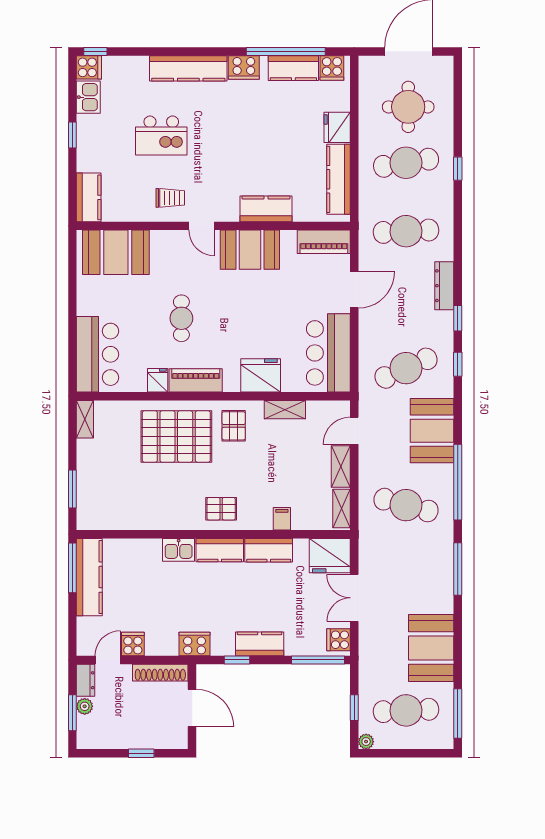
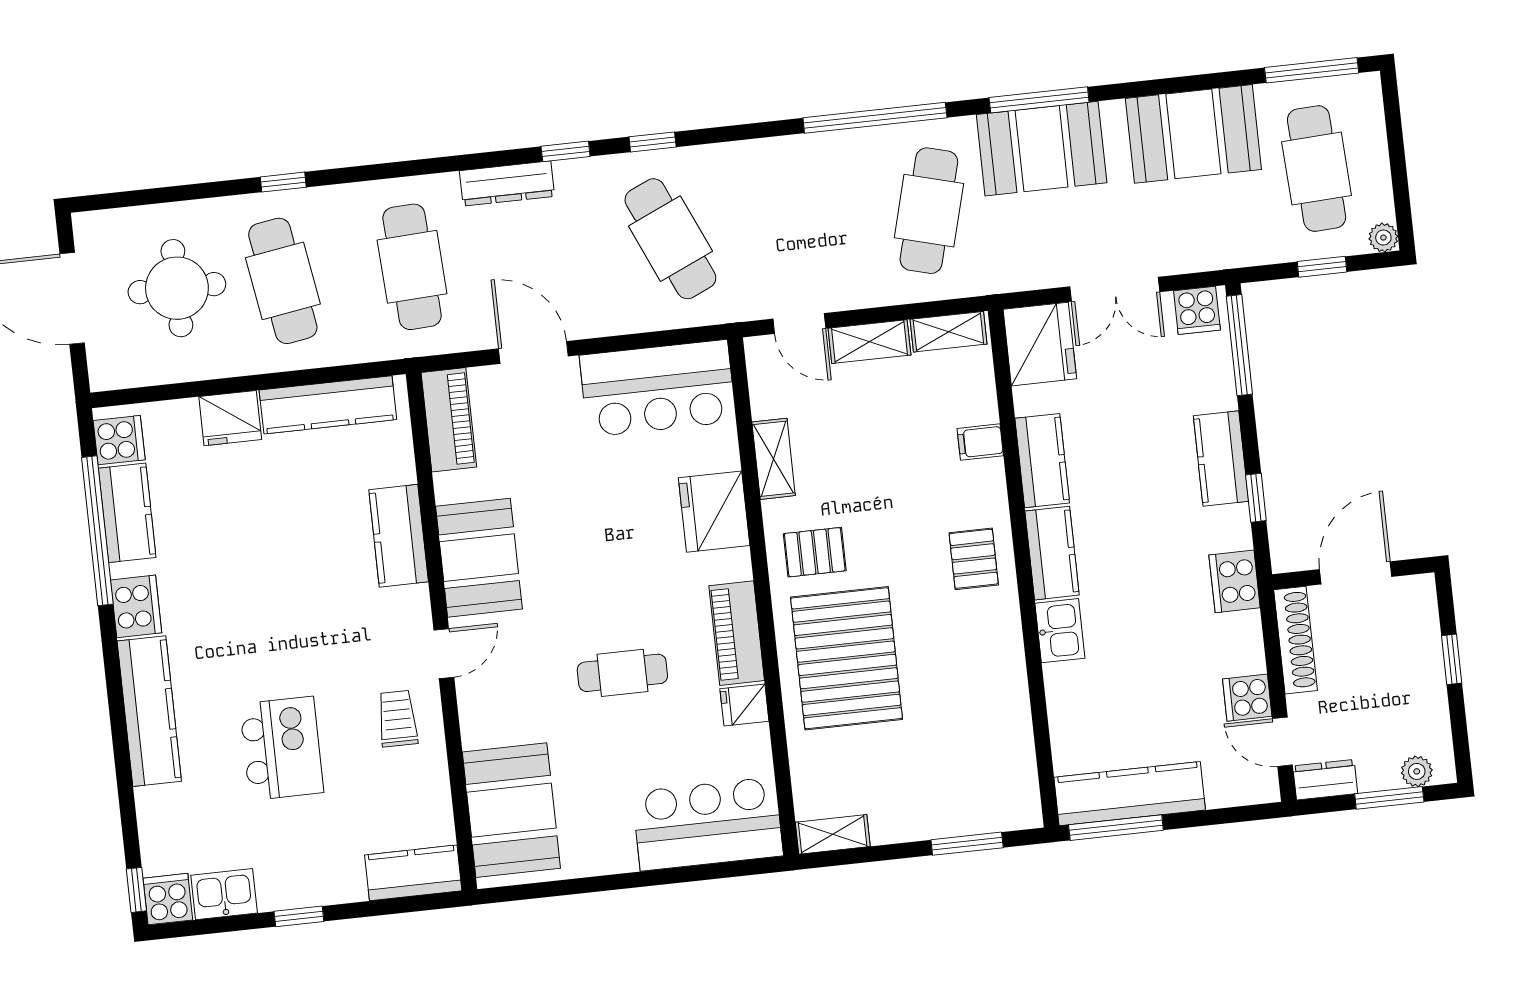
booth: (432, 431) -> (1042, 149), moved
plant: (85, 706) -> (1417, 771), moved

